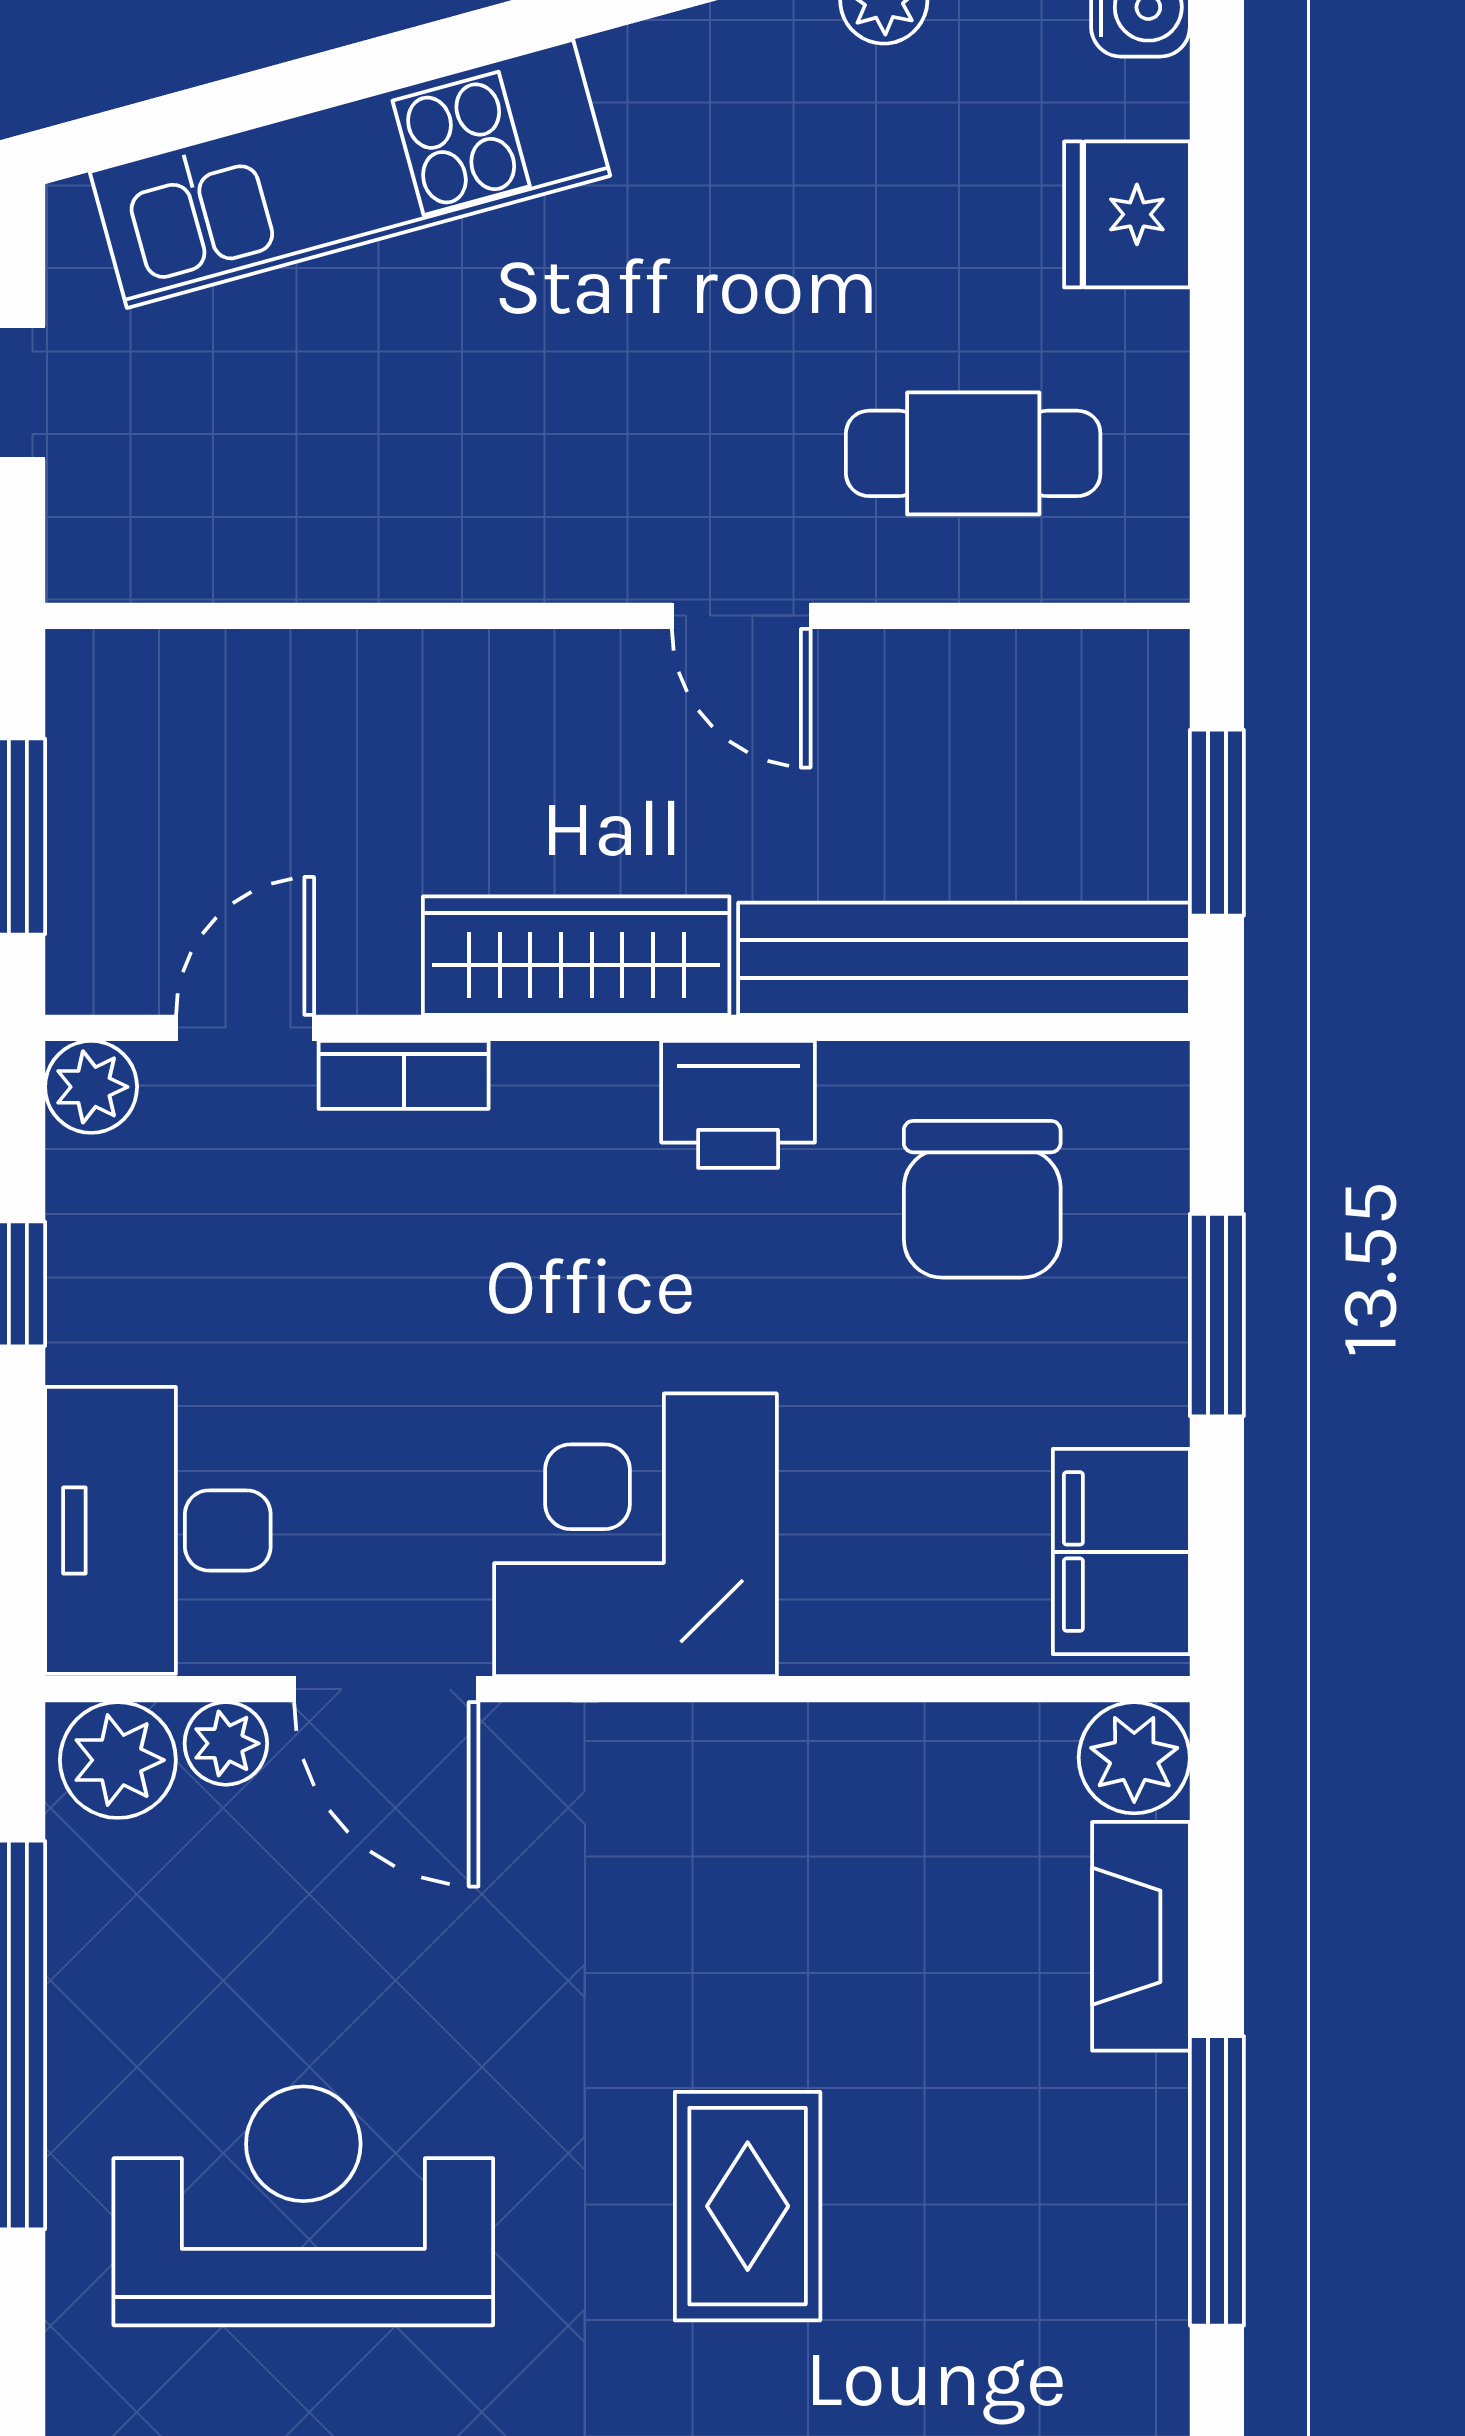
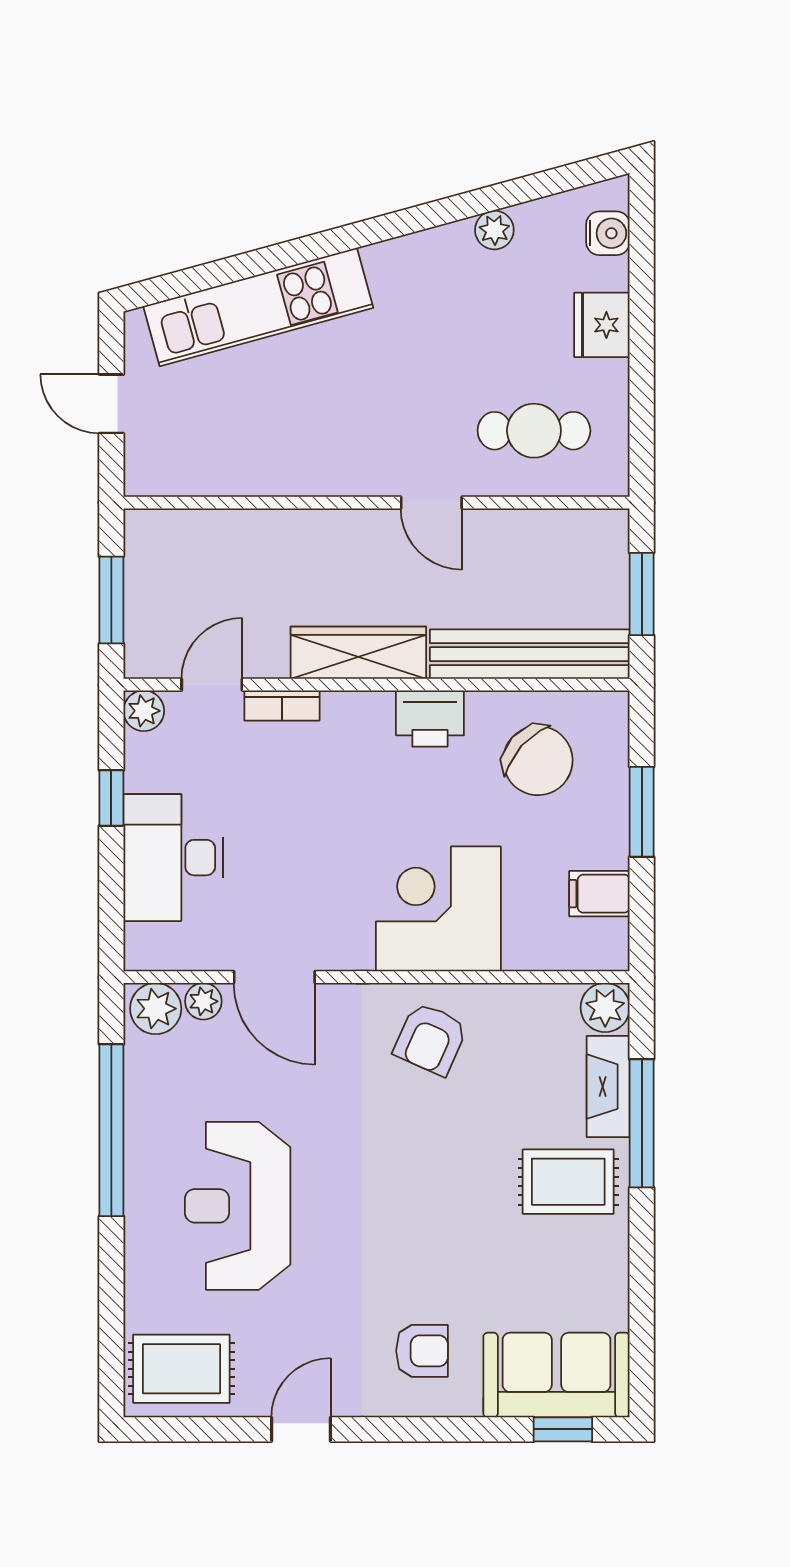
chair: (982, 1199) -> (538, 761), turned -48
desk: (158, 1530) -> (173, 858), moved
corner desk: (636, 1535) -> (438, 909), moved
filing cabinet: (1121, 1552) -> (599, 894), width x0.50
armchair: (740, 1829) -> (431, 1039), added
window: (1217, 2181) -> (642, 1123), moved
reception desk: (303, 2206) -> (238, 1206), turned -90
rug: (748, 2206) -> (568, 1182), moved, turned 90

